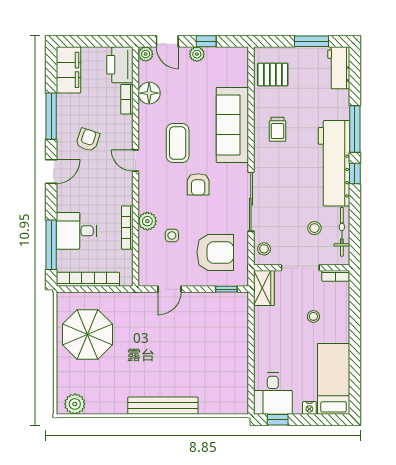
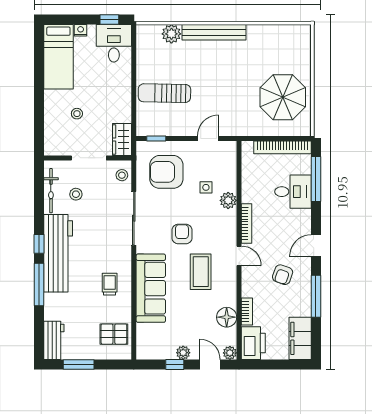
bookcase: (127, 228) -> (247, 223), moved
bookcase: (336, 276) -> (57, 151), removed
sun lounger: (217, 339) -> (164, 93), added
plant: (75, 404) -> (171, 34), moved

